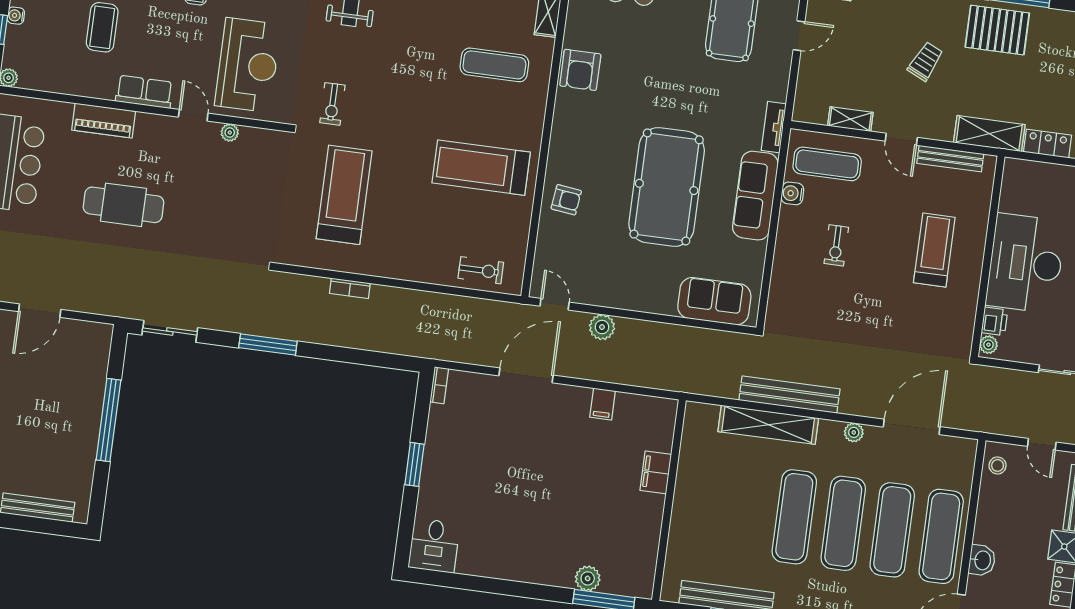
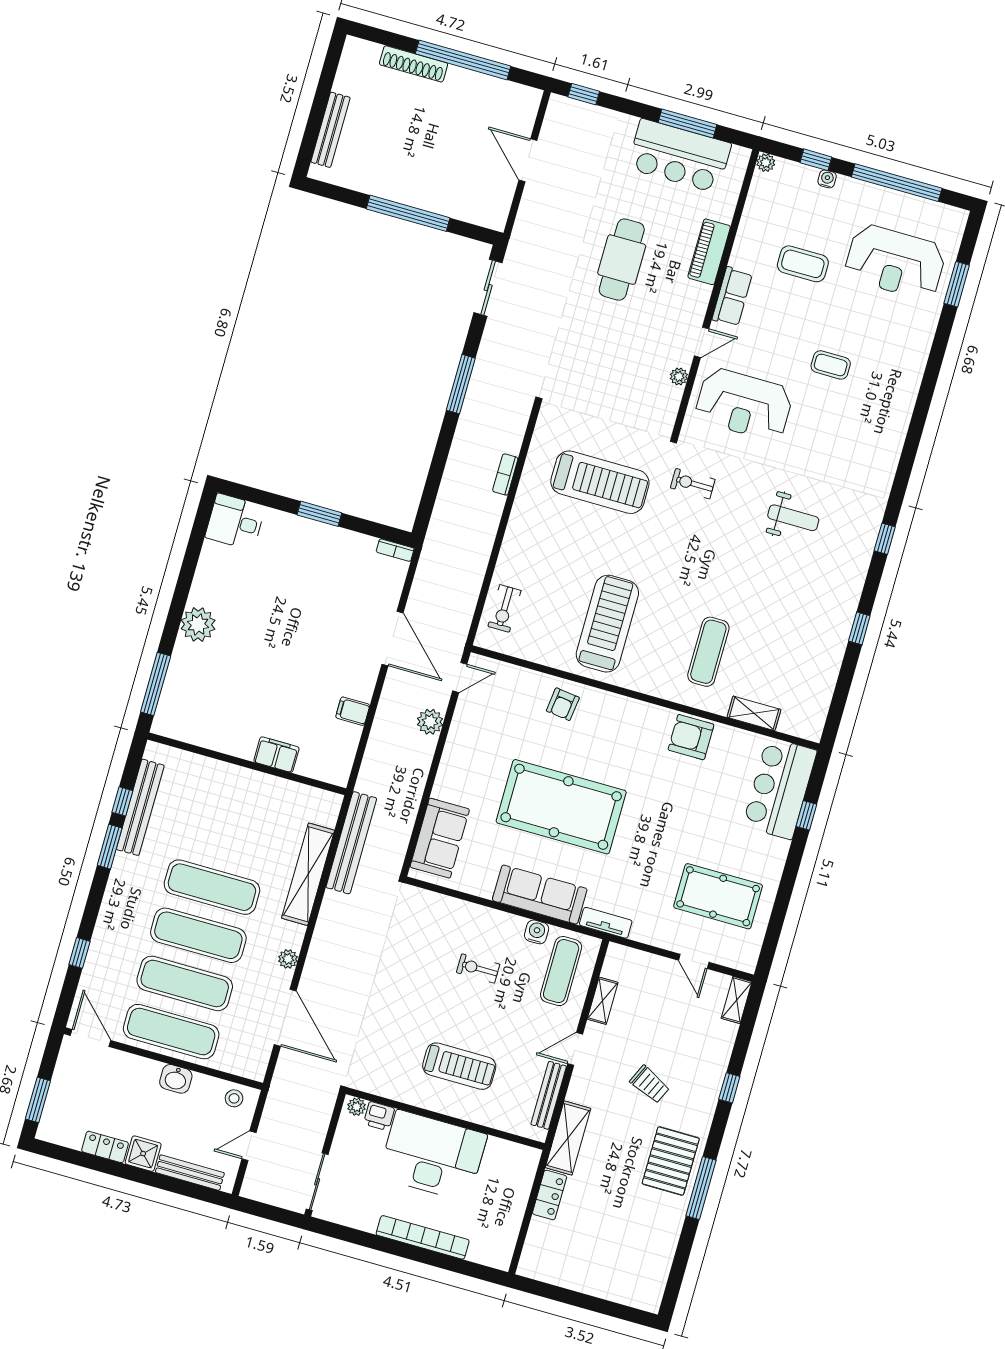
bench: (789, 395) -> (351, 843), moved
washbasin: (982, 560) -> (176, 1079), moved
plant: (588, 578) -> (198, 625), moved, width x1.36, depth x1.36

